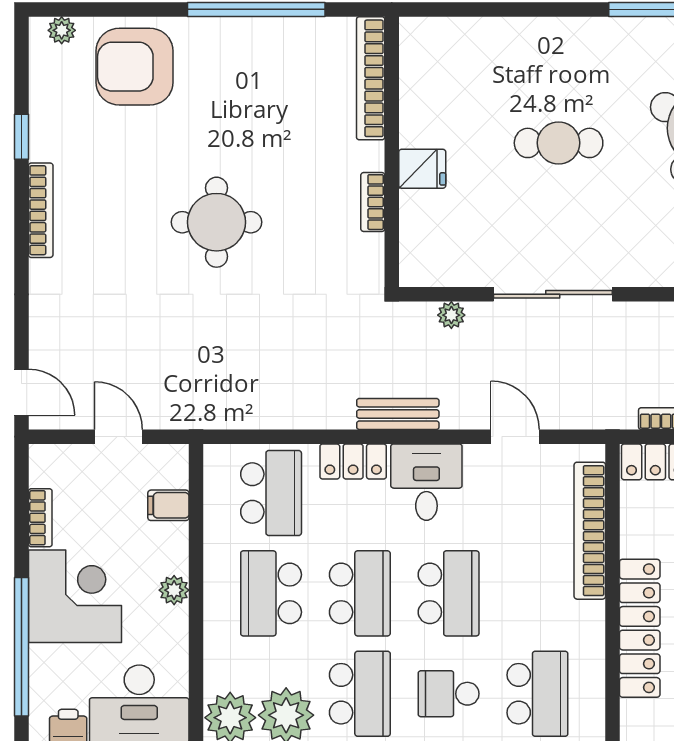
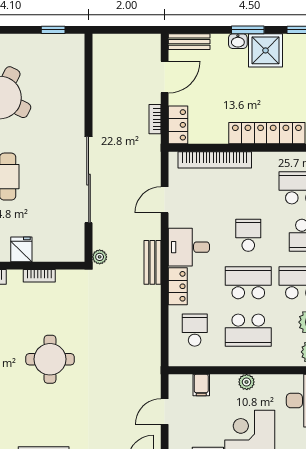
sliding door: (553, 294) -> (89, 180), width x1.36
plant: (451, 315) -> (100, 257), moved
school desk: (271, 493) -> (195, 330), width x0.54
school desk: (449, 593) -> (248, 235), width x0.54

